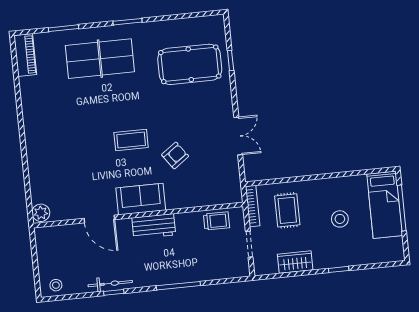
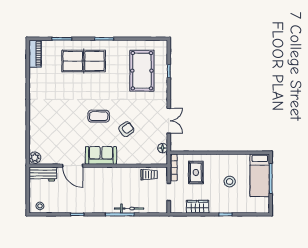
pool table: (190, 64) -> (142, 71), turned 90
floor lamp: (233, 179) -> (163, 148), added
workbench: (154, 226) -> (43, 174), moved
bicycle: (110, 284) -> (129, 209), moved

